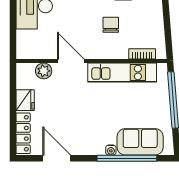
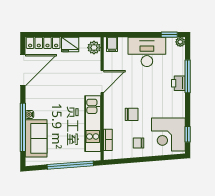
chair: (146, 16) -> (138, 143), added
filing cabinet: (25, 49) -> (112, 44), added
plant: (44, 71) -> (94, 48), moved
door: (57, 158) -> (23, 70), width x1.36

